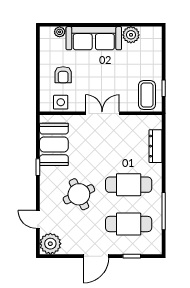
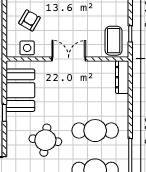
armchair: (63, 75) -> (30, 20), turned -150
dresser: (155, 146) -> (122, 77), moved
round table: (79, 194) -> (45, 140), turned 32

